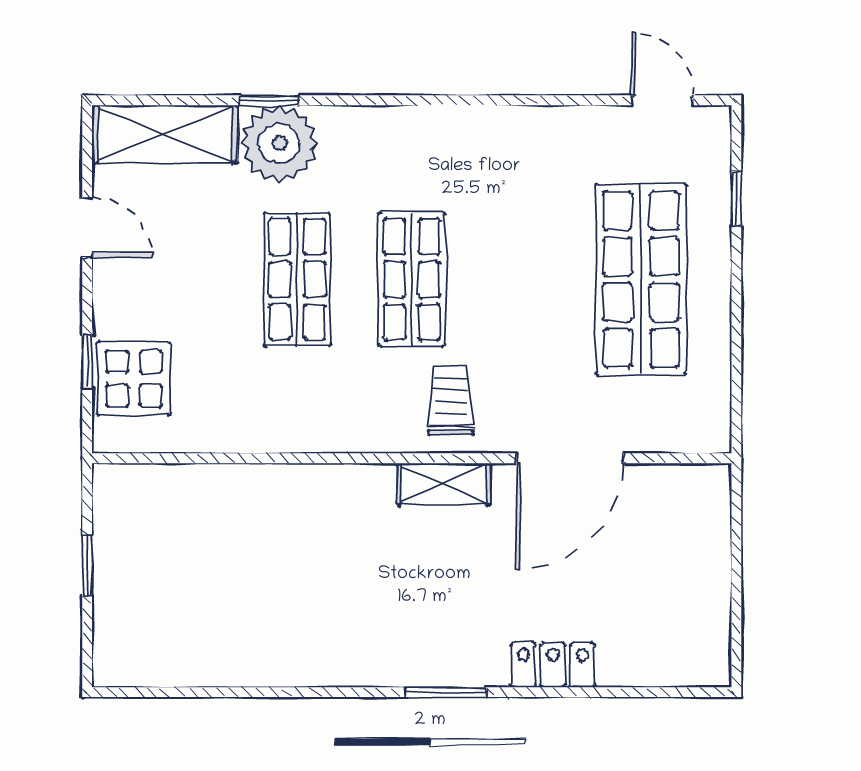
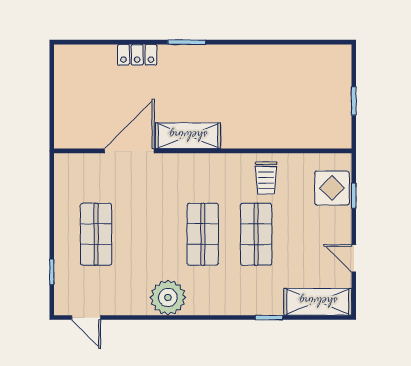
plant: (279, 143) -> (168, 297), moved
shop shelf: (641, 279) -> (96, 234), width x0.70, depth x0.74
trolley: (451, 401) -> (266, 178), moved
shelving: (443, 484) -> (188, 136), width x1.50, depth x1.33

